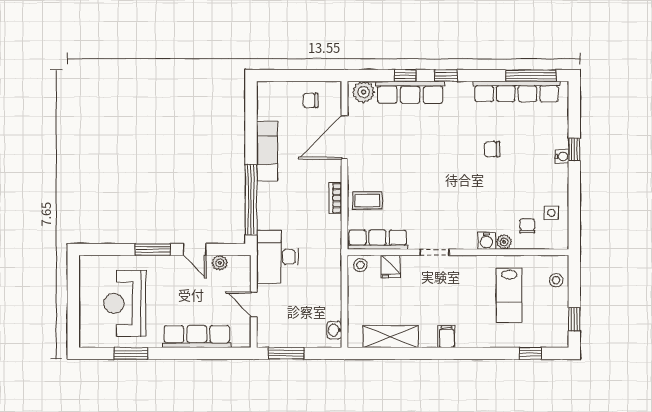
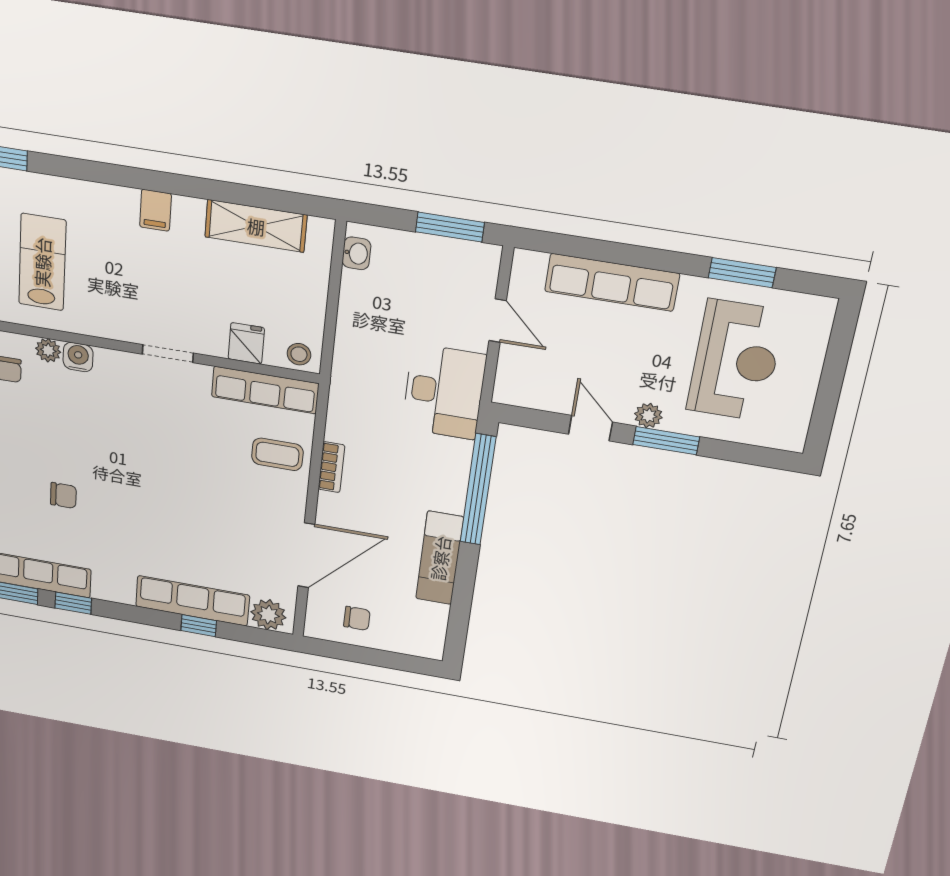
window: (446, 76) -> (73, 603), moved
plant: (220, 263) -> (648, 416), moved

